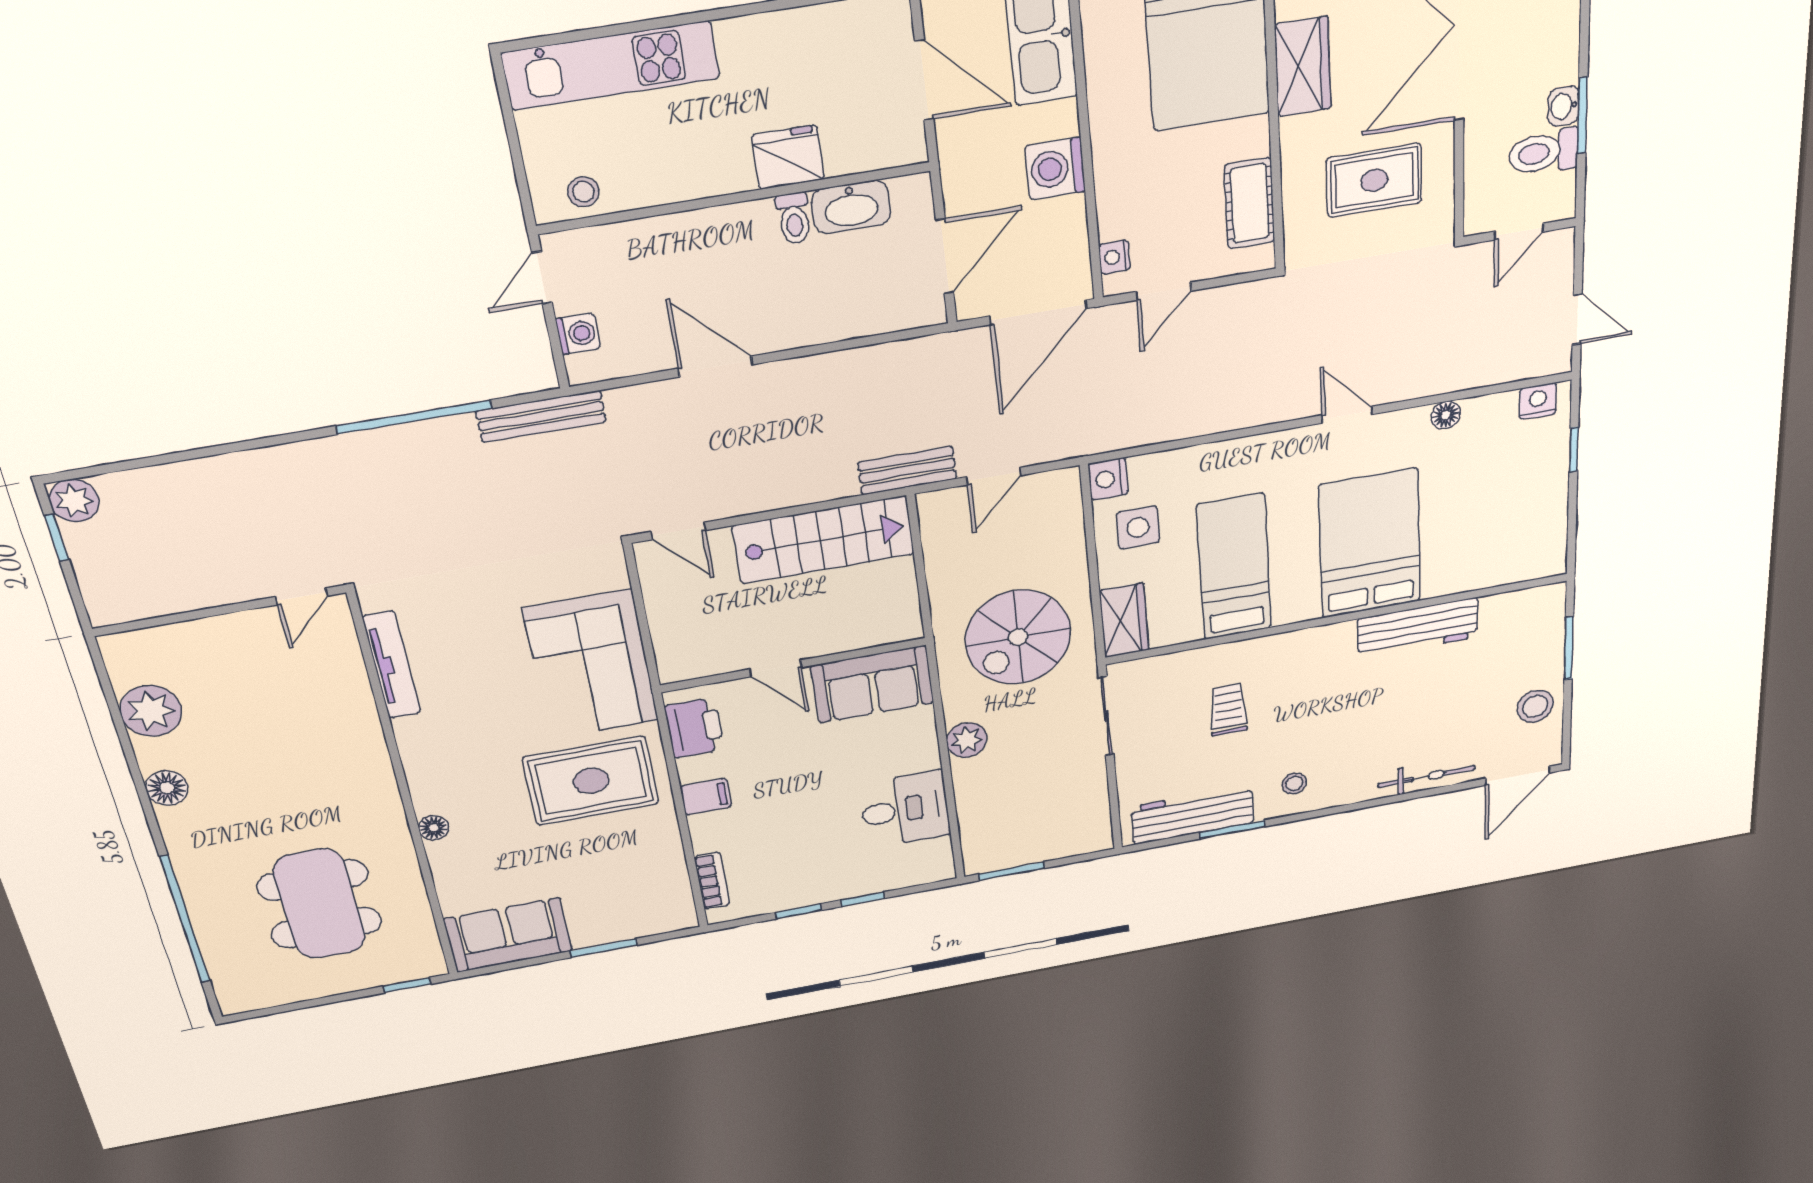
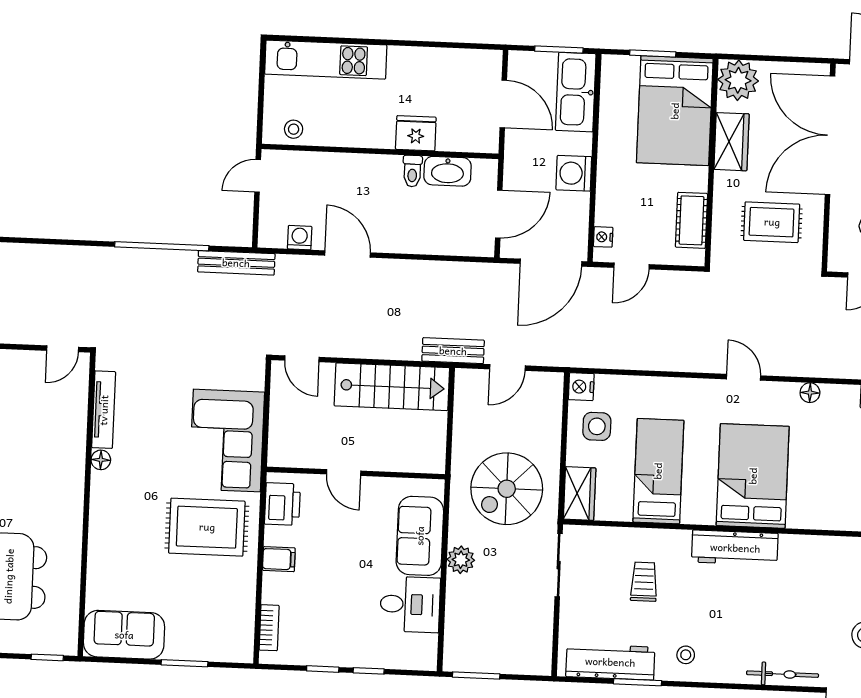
washing machine: (578, 334) -> (300, 238), moved, turned -90
workbench: (1418, 628) -> (735, 548), moved
sofa: (872, 684) -> (420, 536), moved, turned 90
floor lamp: (434, 828) -> (101, 460), moved

